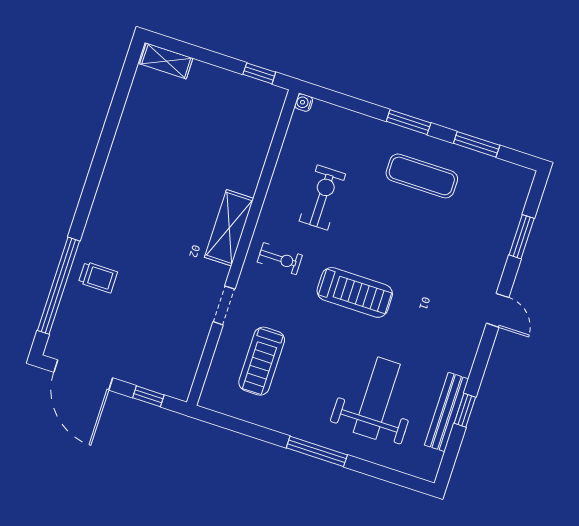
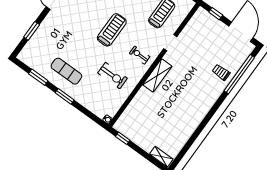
exercise bike: (322, 198) -> (113, 76), turned -90
treadmill: (355, 292) -> (112, 30), turned 90

